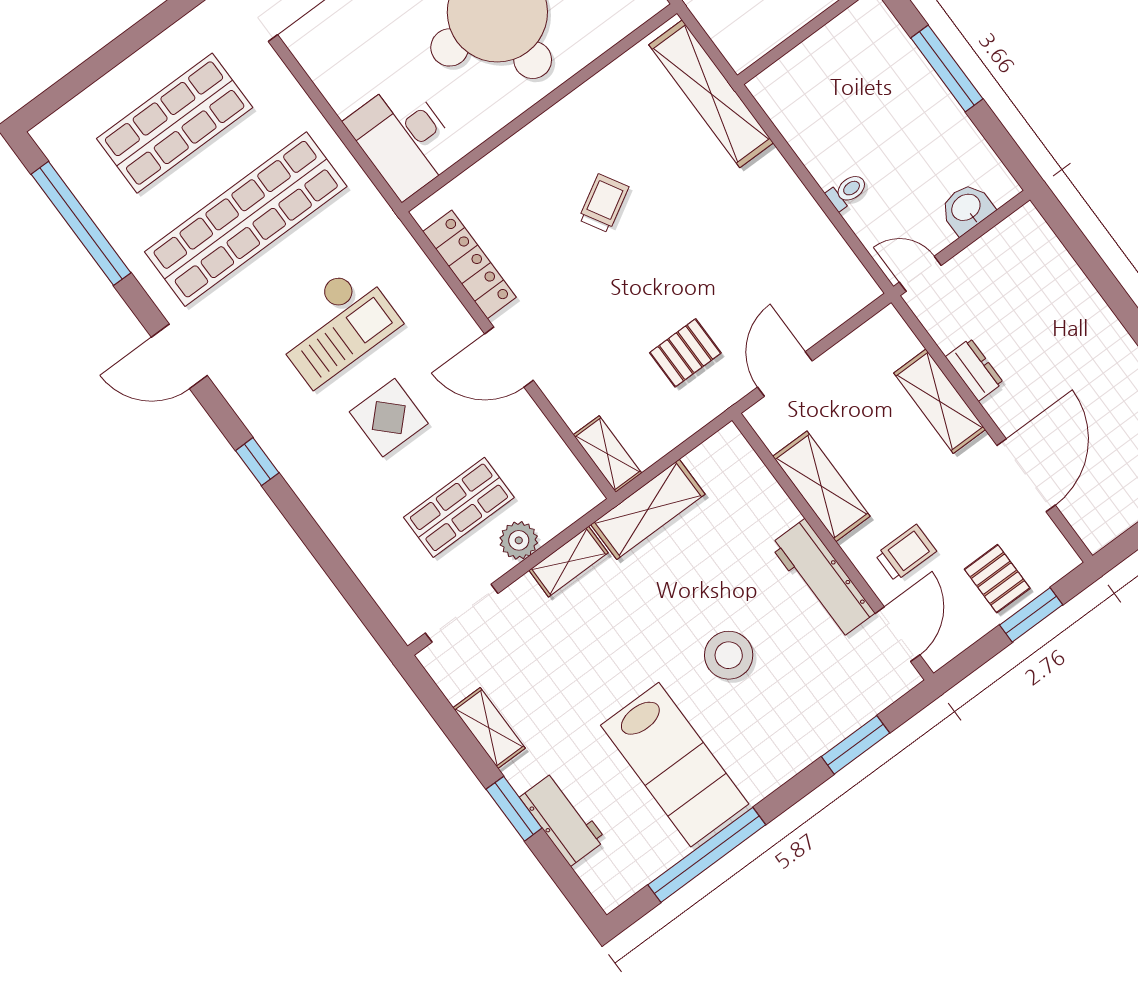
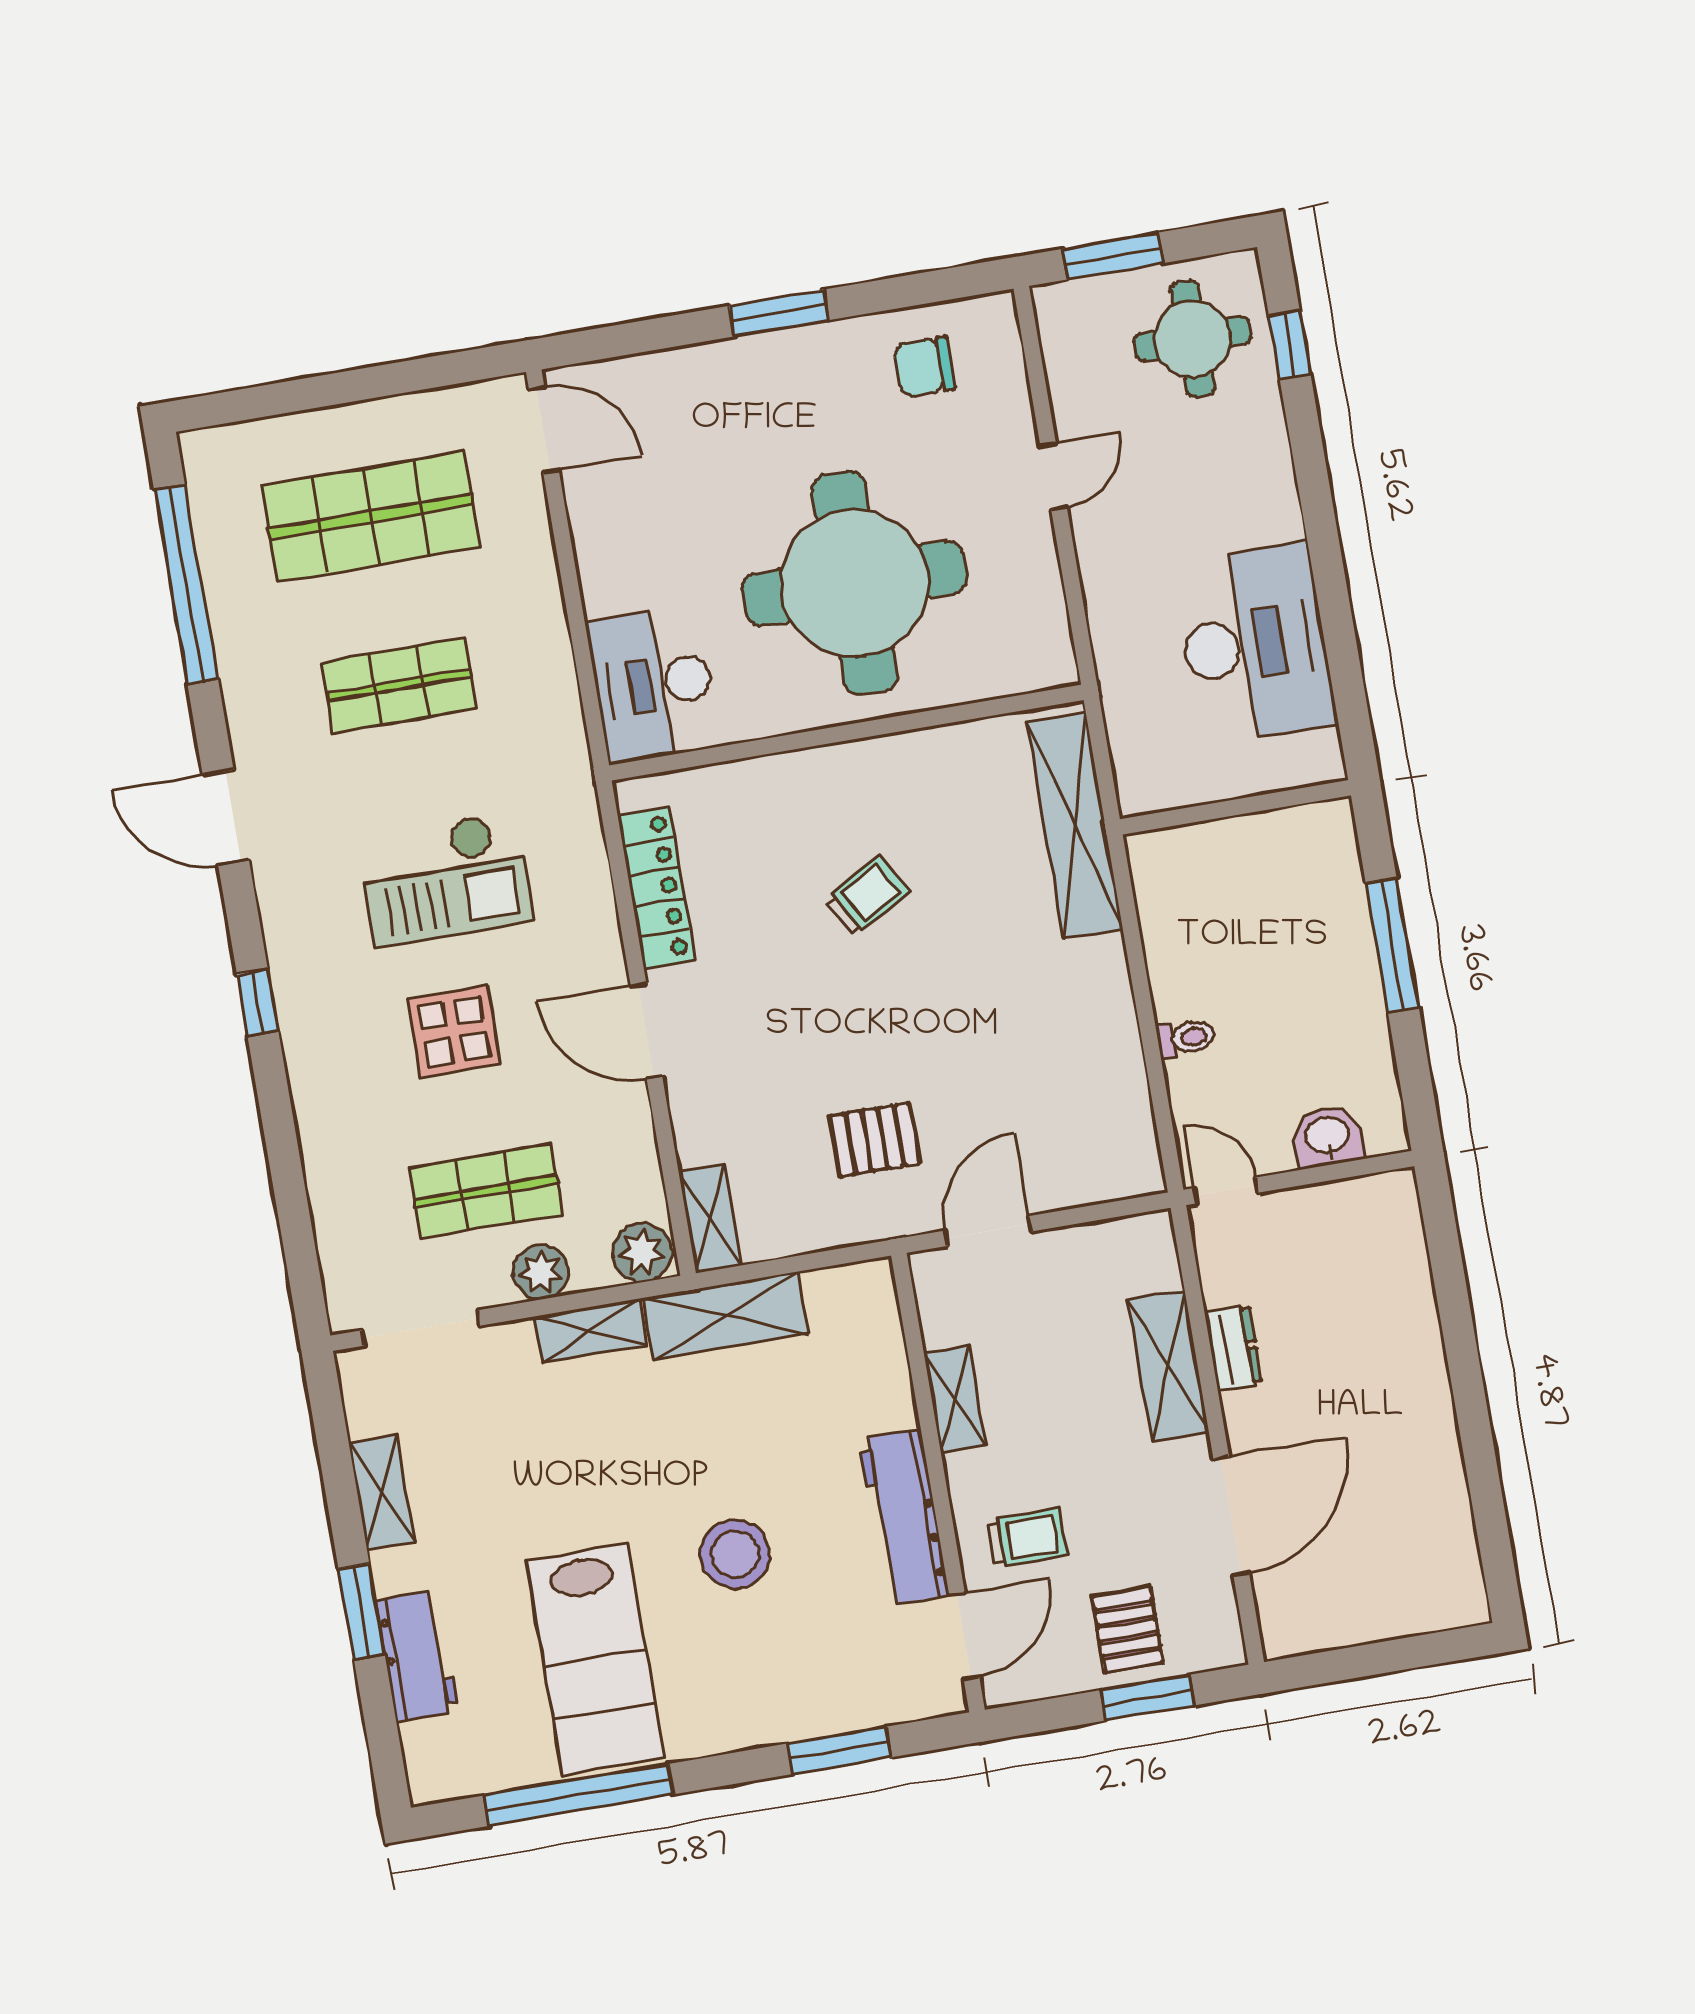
shop shelf: (246, 219) -> (399, 685), width x0.50, depth x0.74
shelving: (821, 486) -> (955, 1399), width x0.67, depth x0.75
plant: (576, 496) -> (642, 1253), added

